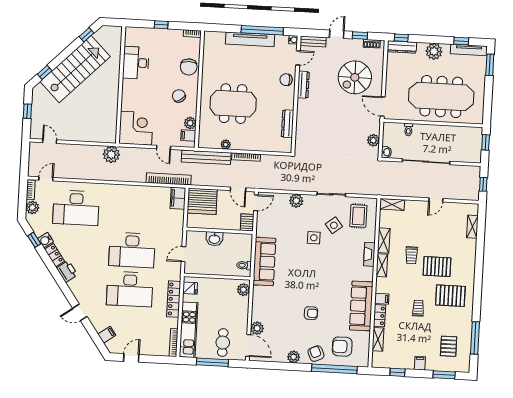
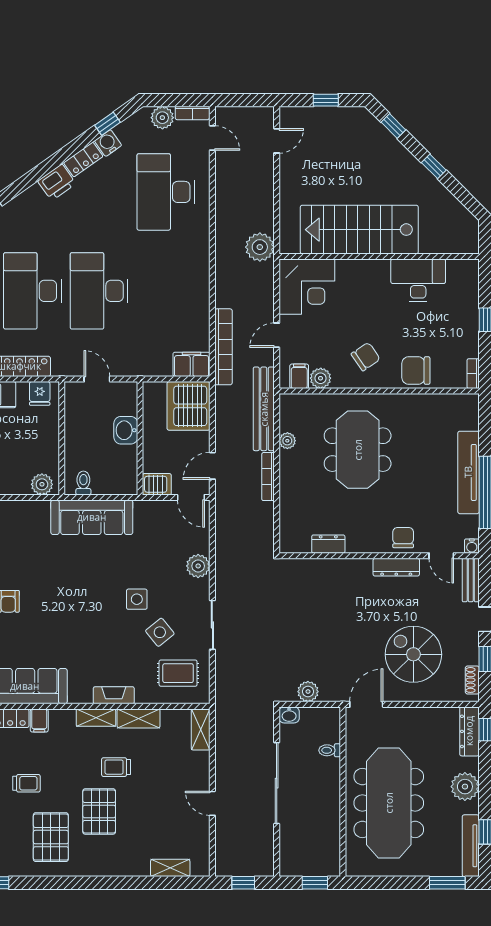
window: (87, 35) -> (434, 166), moved
stairs: (75, 69) -> (359, 230), moved, turned 135
dresser: (288, 124) -> (328, 544), width x0.70

